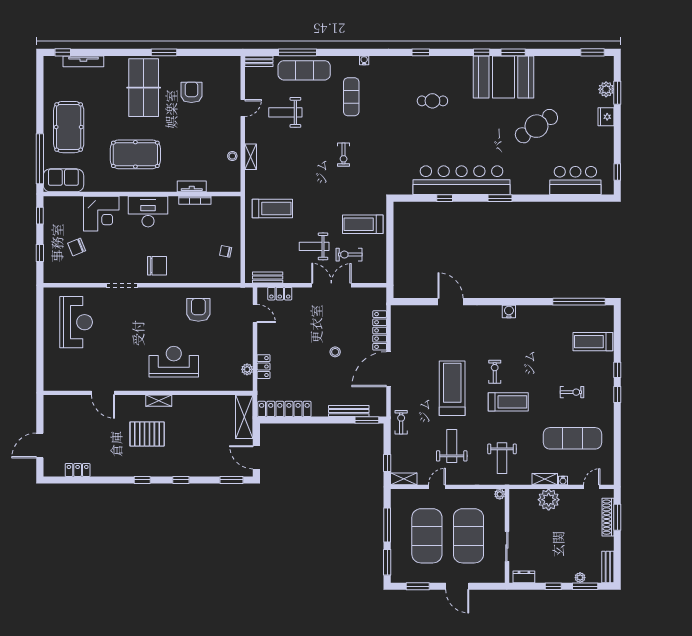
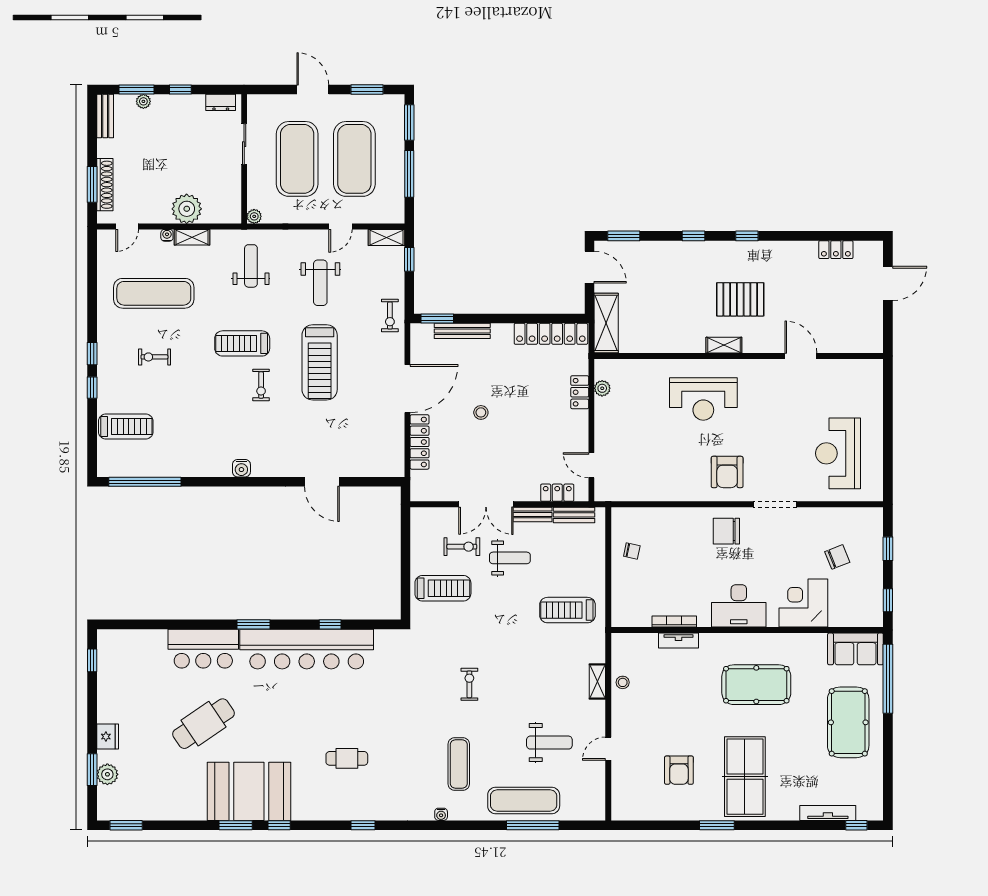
bench: (259, 61) -> (533, 514), moved
bar counter: (575, 181) -> (203, 649), moved
armchair: (198, 310) -> (727, 472), moved

